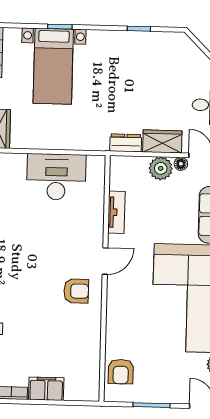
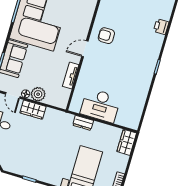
dresser: (126, 143) -> (83, 123), moved

